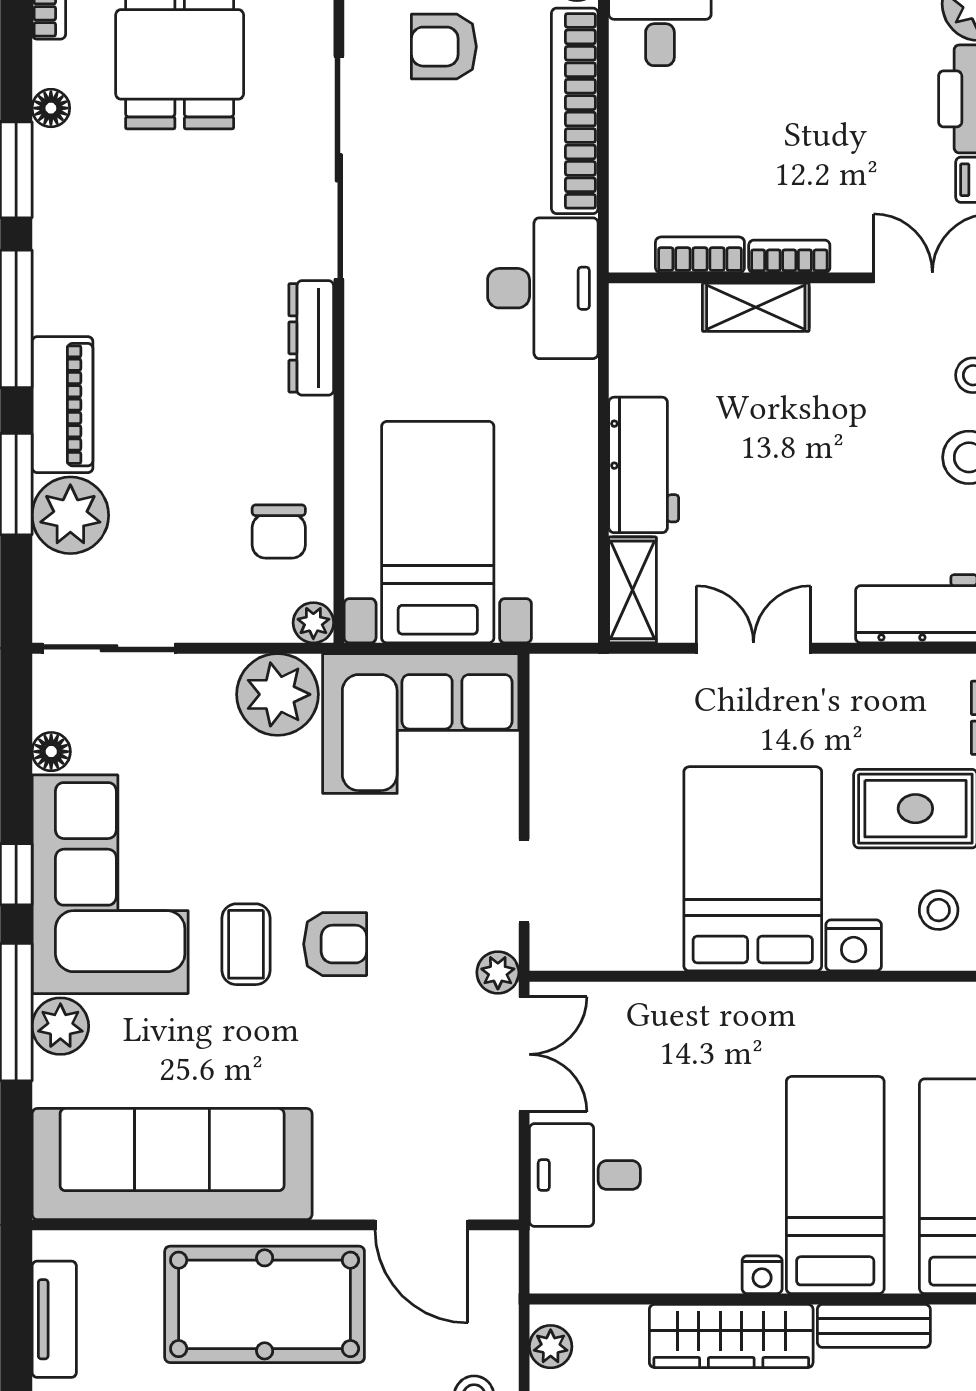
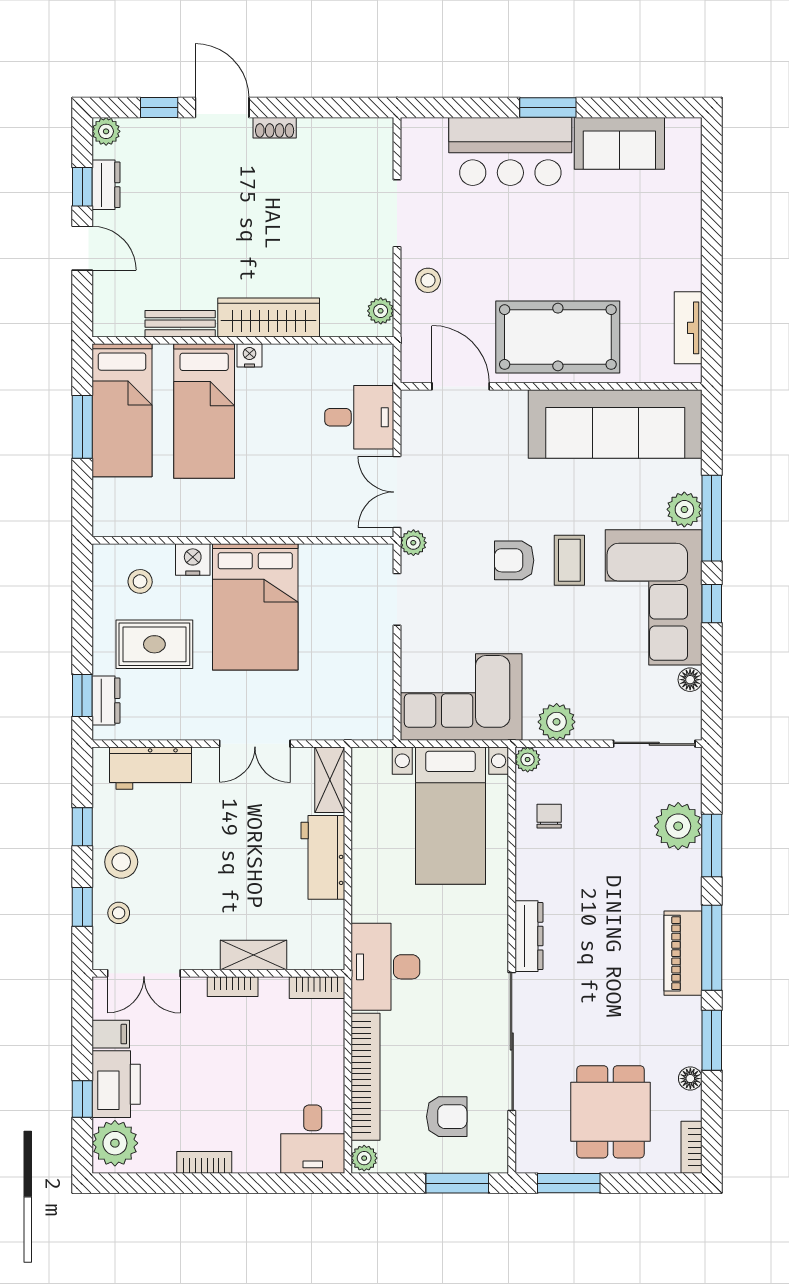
bookcase: (700, 255) -> (317, 988), moved
piano: (62, 405) -> (683, 953), moved
chair: (279, 531) -> (549, 816), width x0.73, depth x0.73
plant: (278, 694) -> (557, 722), width x0.73, depth x0.73

